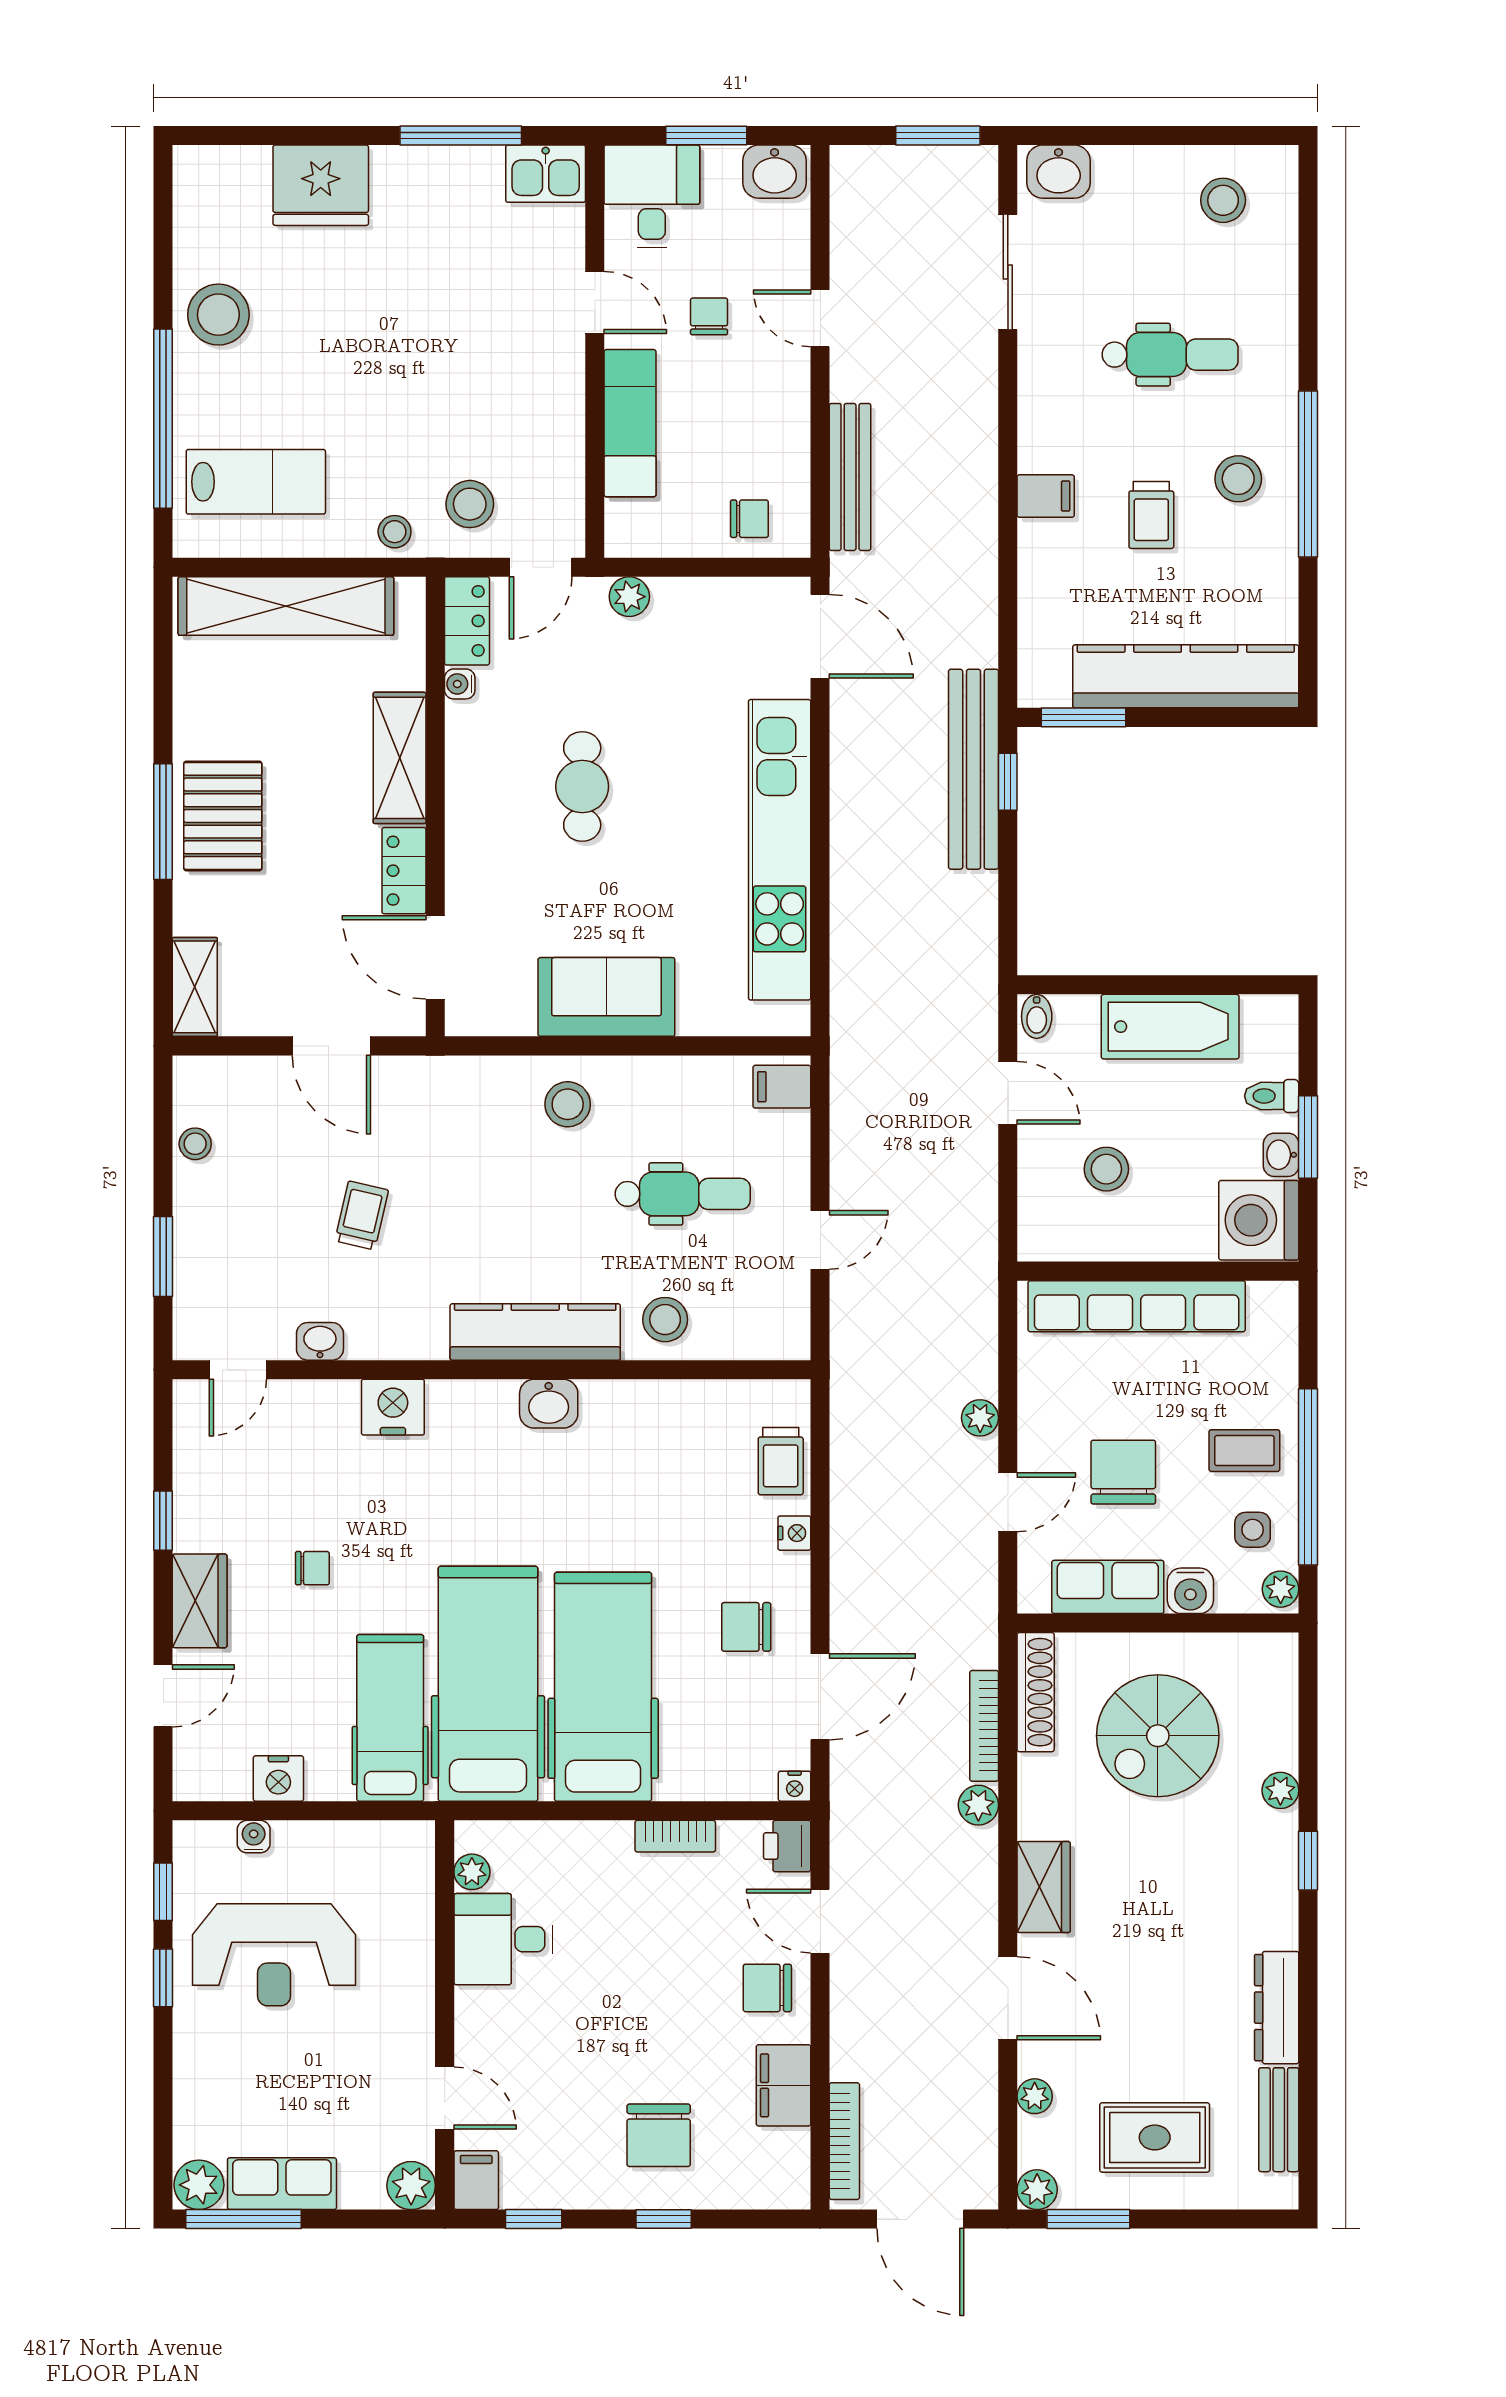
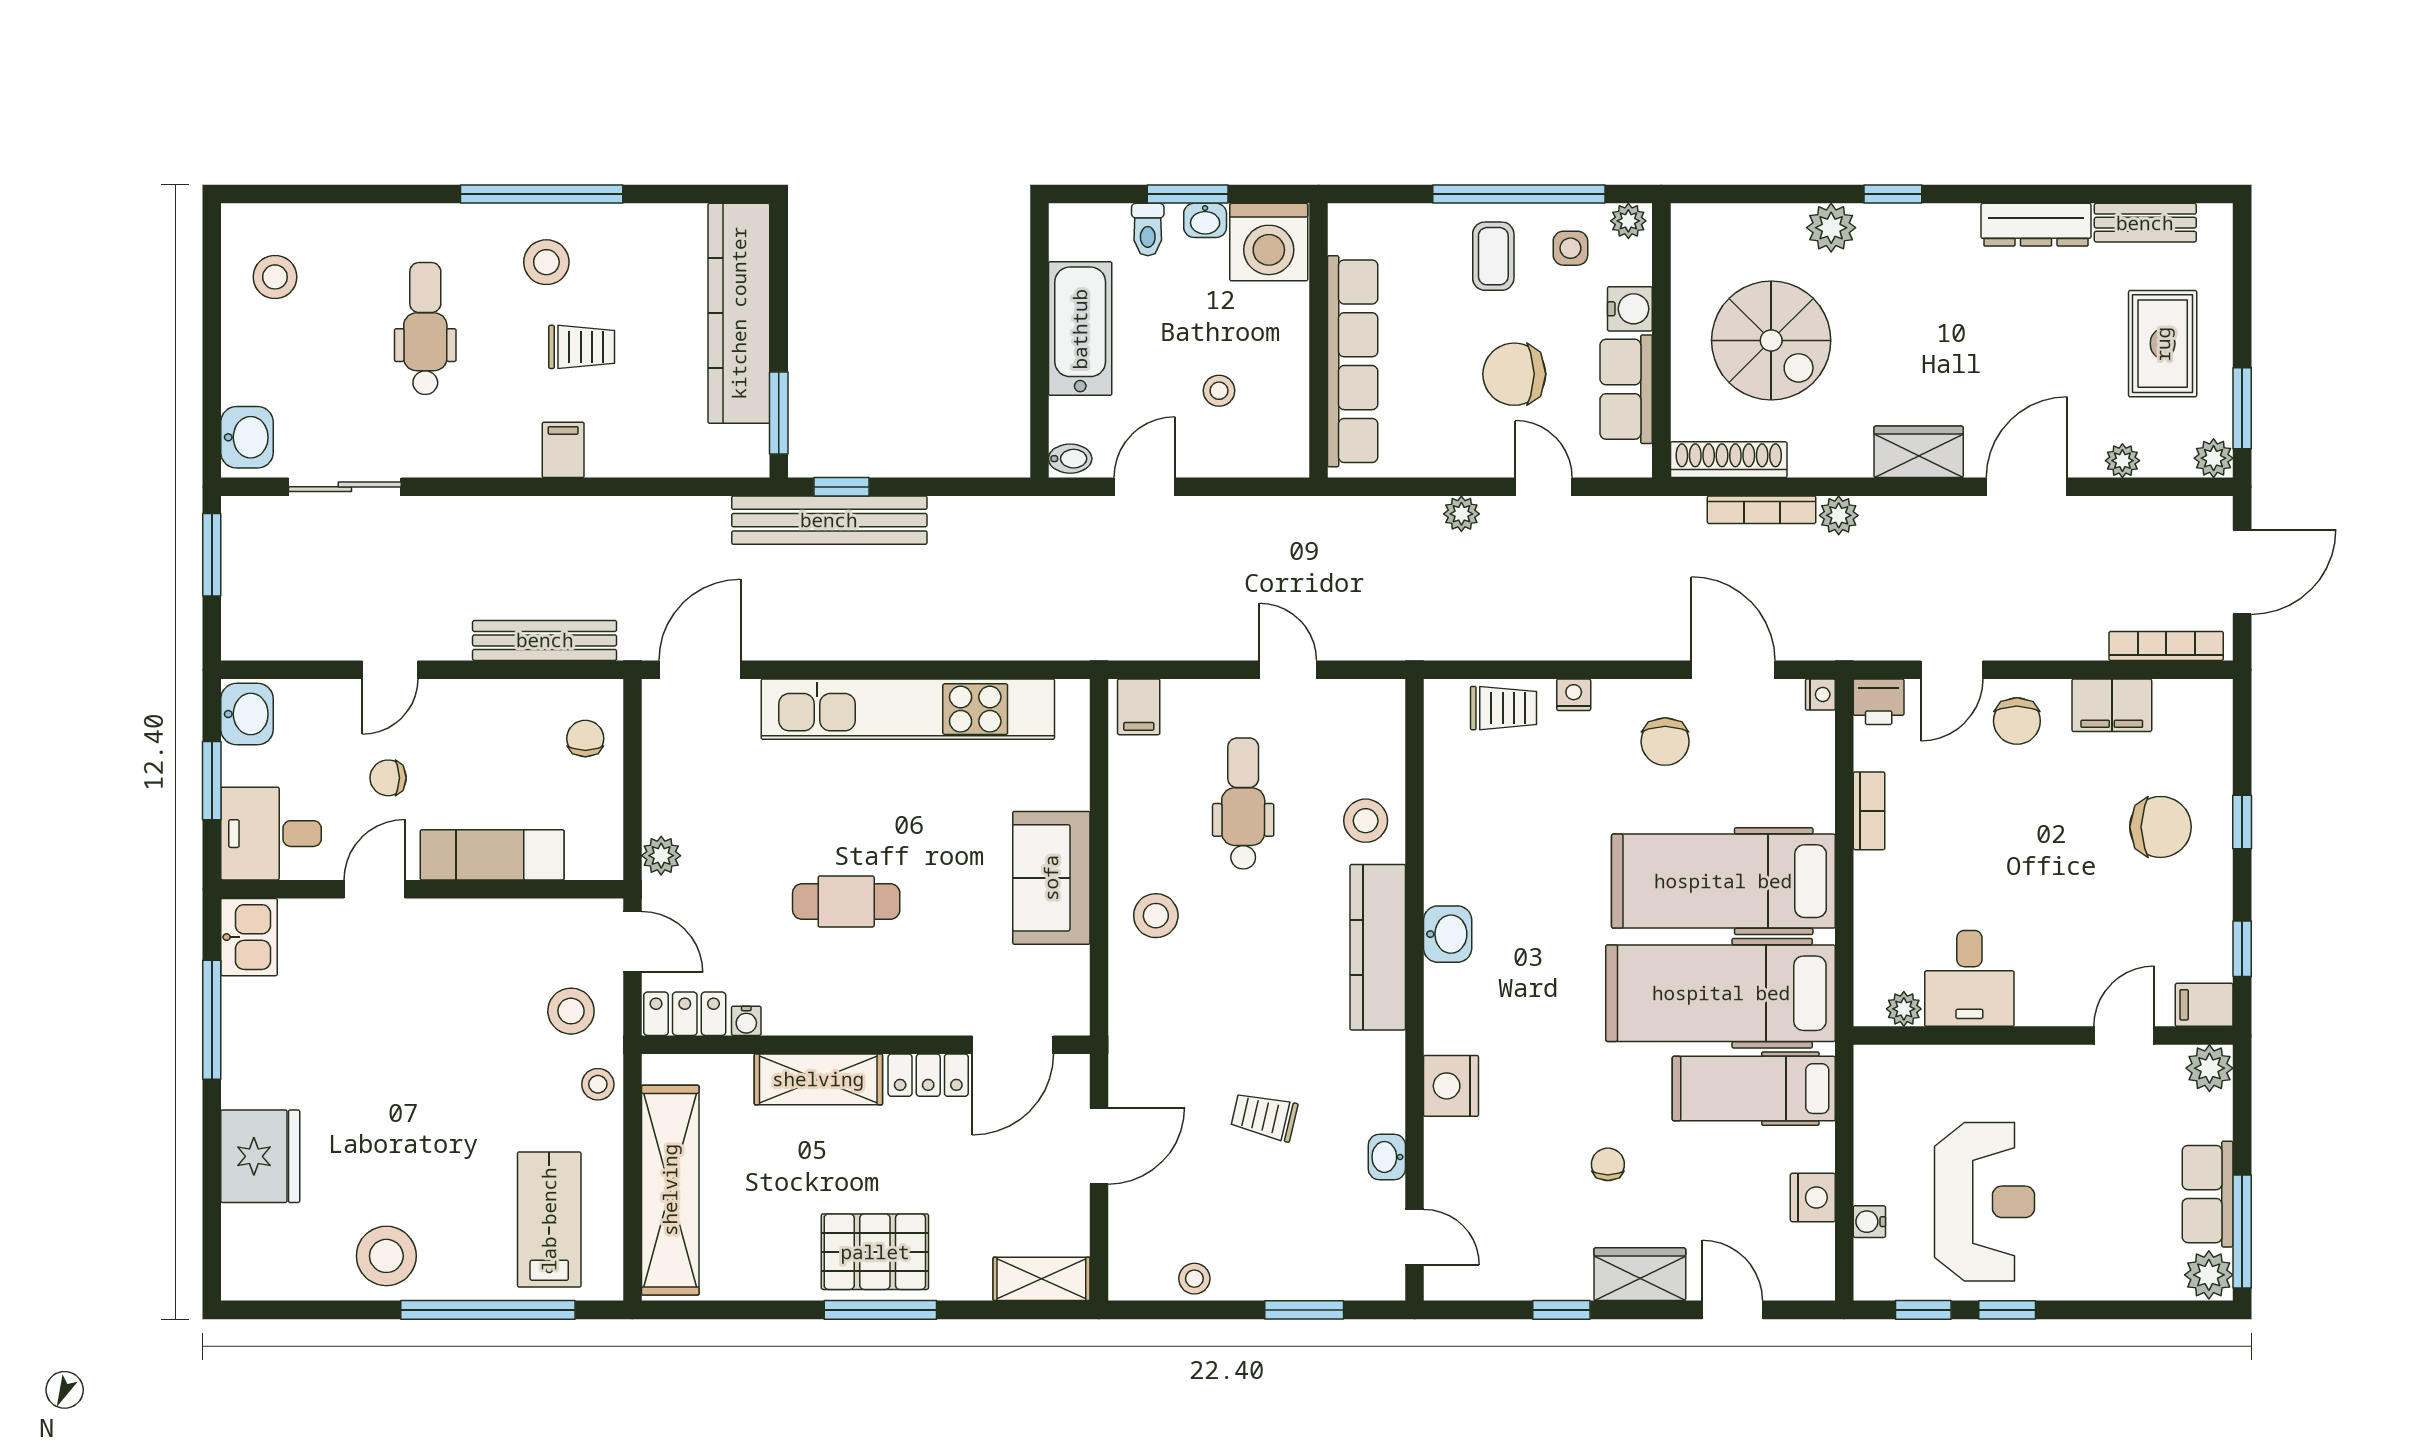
stool: (1106, 1169) -> (1219, 391), width x0.73, depth x0.73
plant: (1280, 1790) -> (1831, 228), width x1.38, depth x1.38

